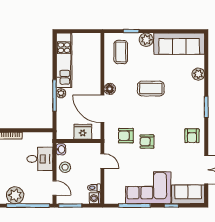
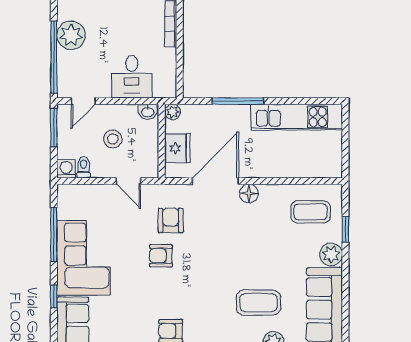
coffee table: (151, 89) -> (258, 303), moved, turned 90
plant: (61, 93) -> (173, 112), moved
armchair: (147, 141) -> (161, 256), turned -90
door: (102, 161) -> (128, 181), hinge flipped
stool: (65, 167) -> (113, 139), moved

